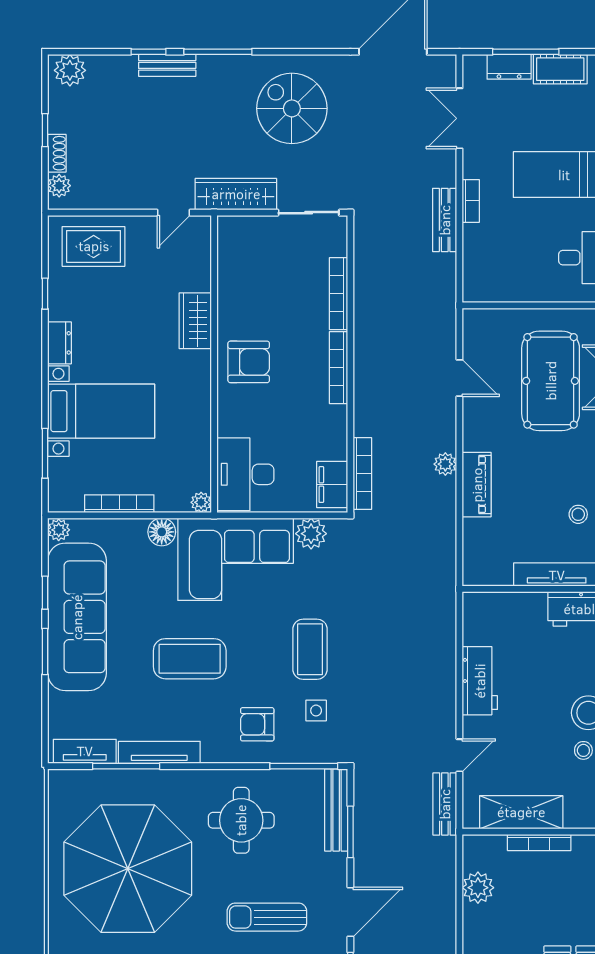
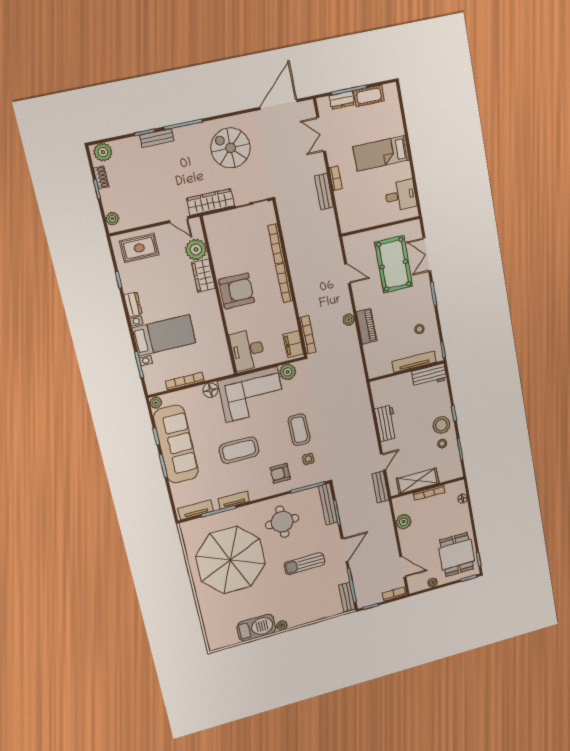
shoe rack: (57, 153) -> (101, 177), moved
door: (173, 213) -> (179, 220), hinge flipped
armchair: (249, 362) -> (237, 291), width x1.36, depth x1.36
plant: (201, 502) -> (196, 250), moved, width x1.88, depth x1.88
tv unit: (159, 752) -> (234, 500), width x0.71

